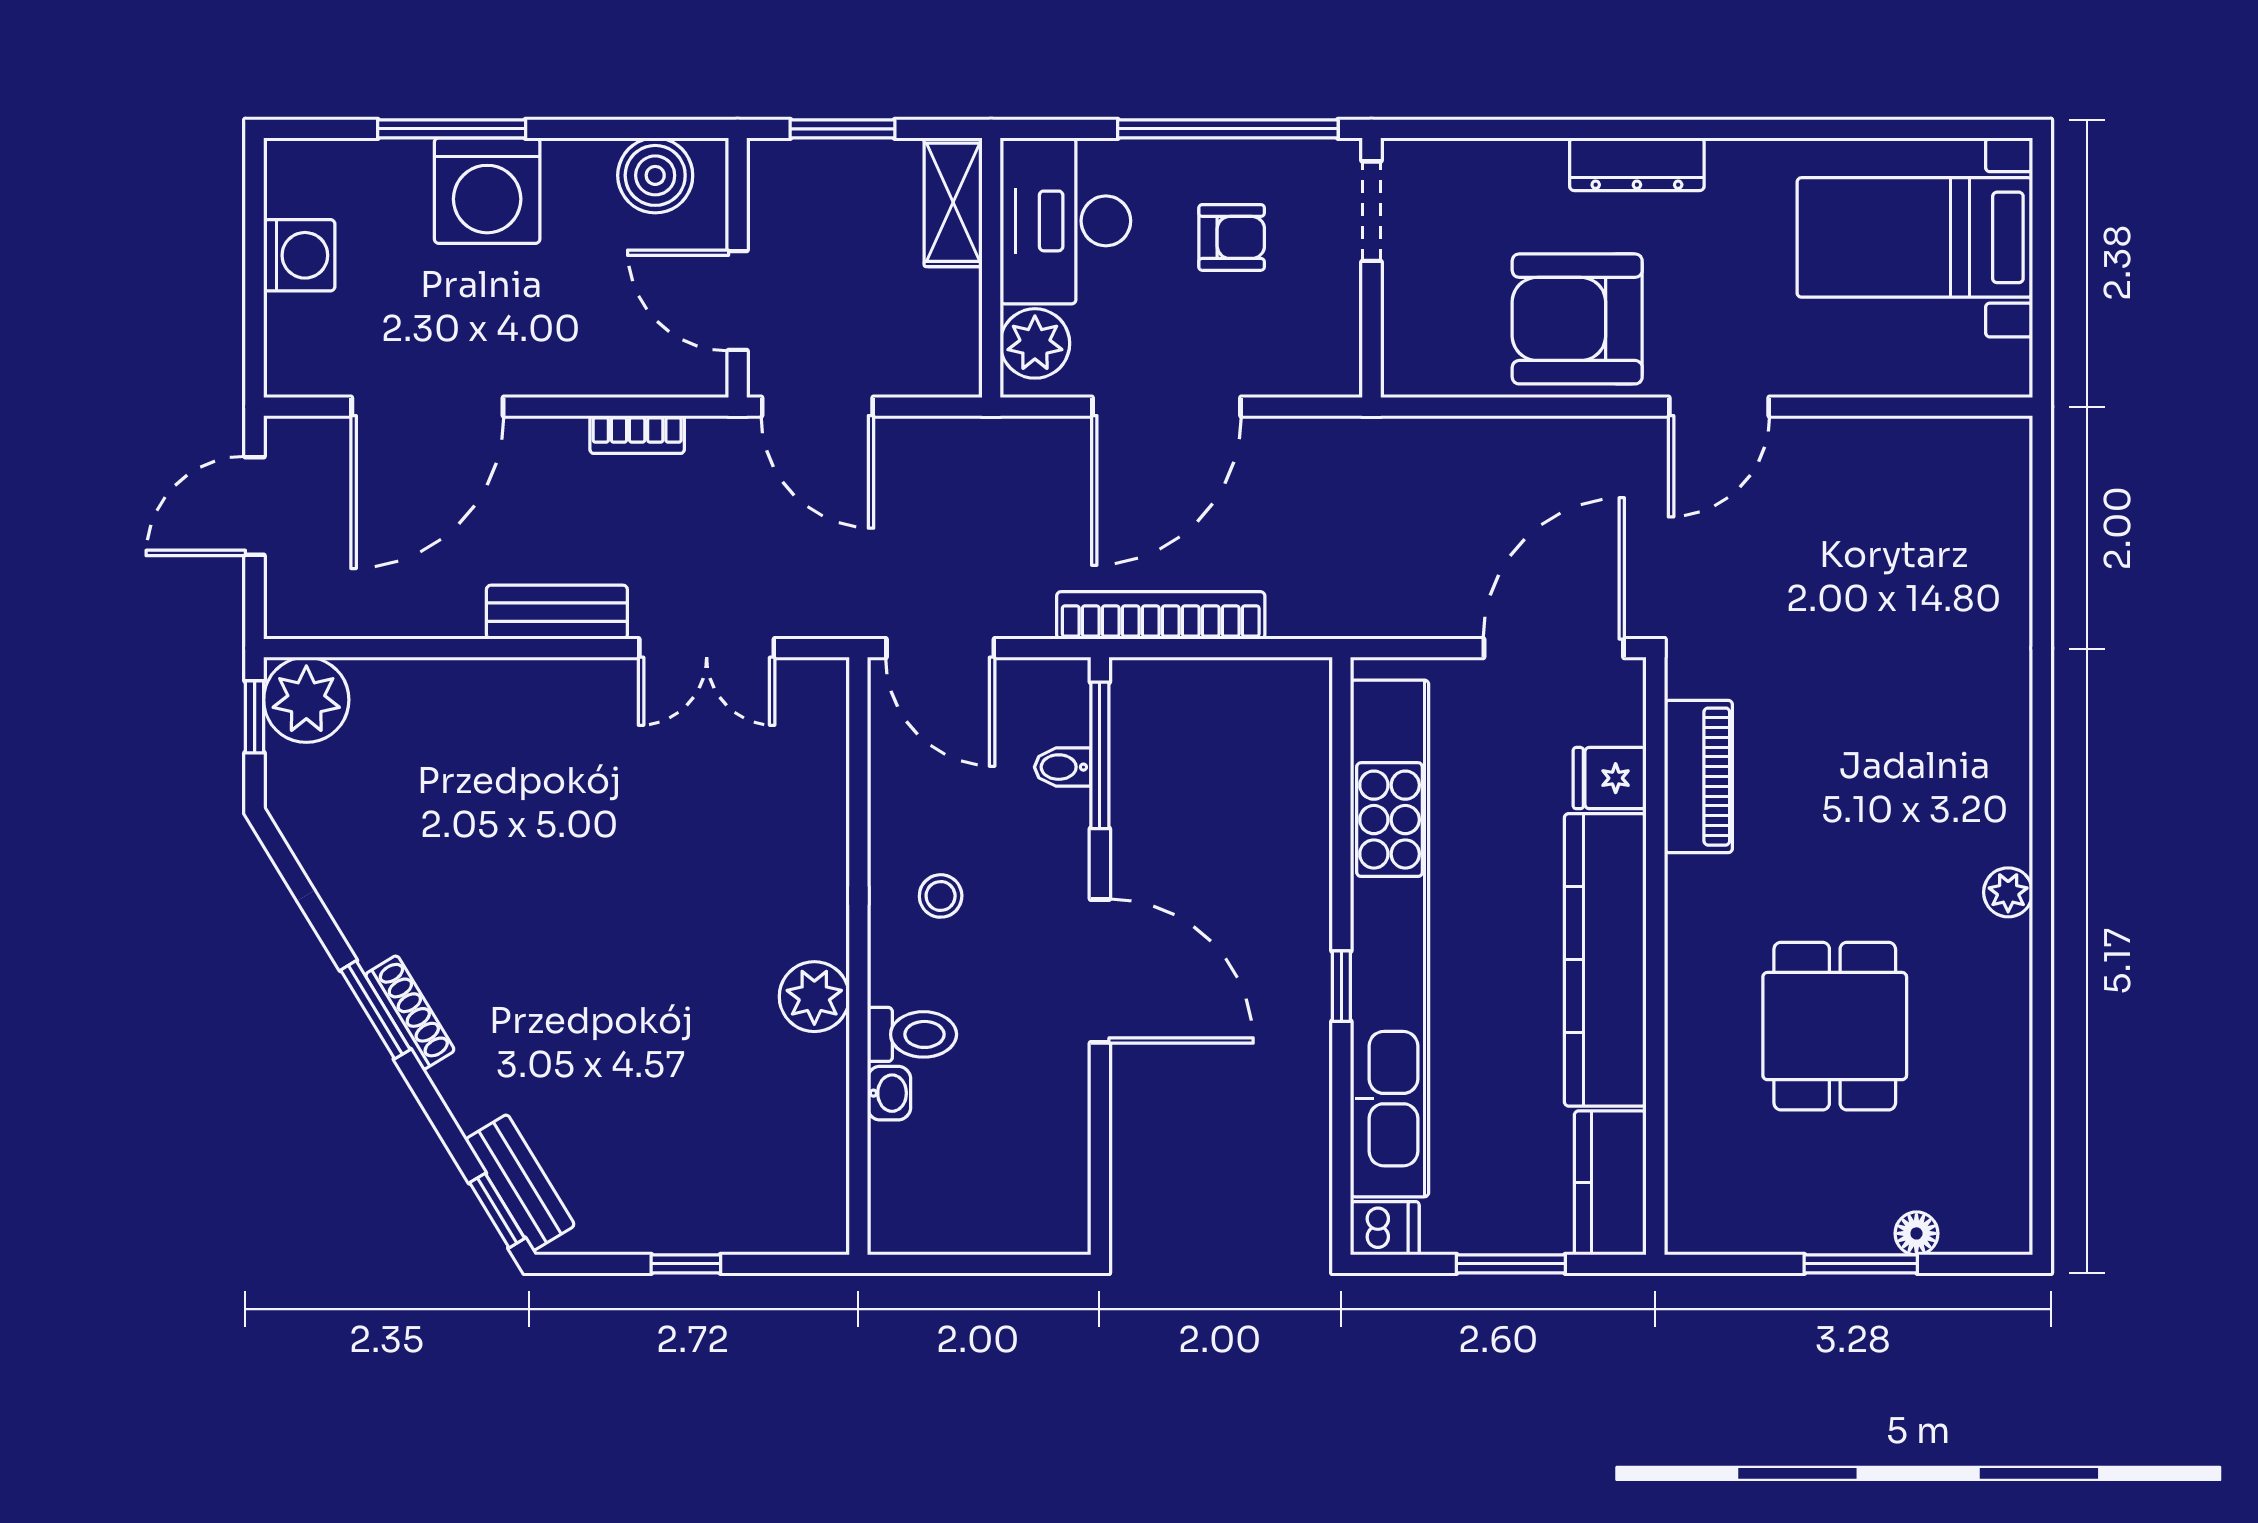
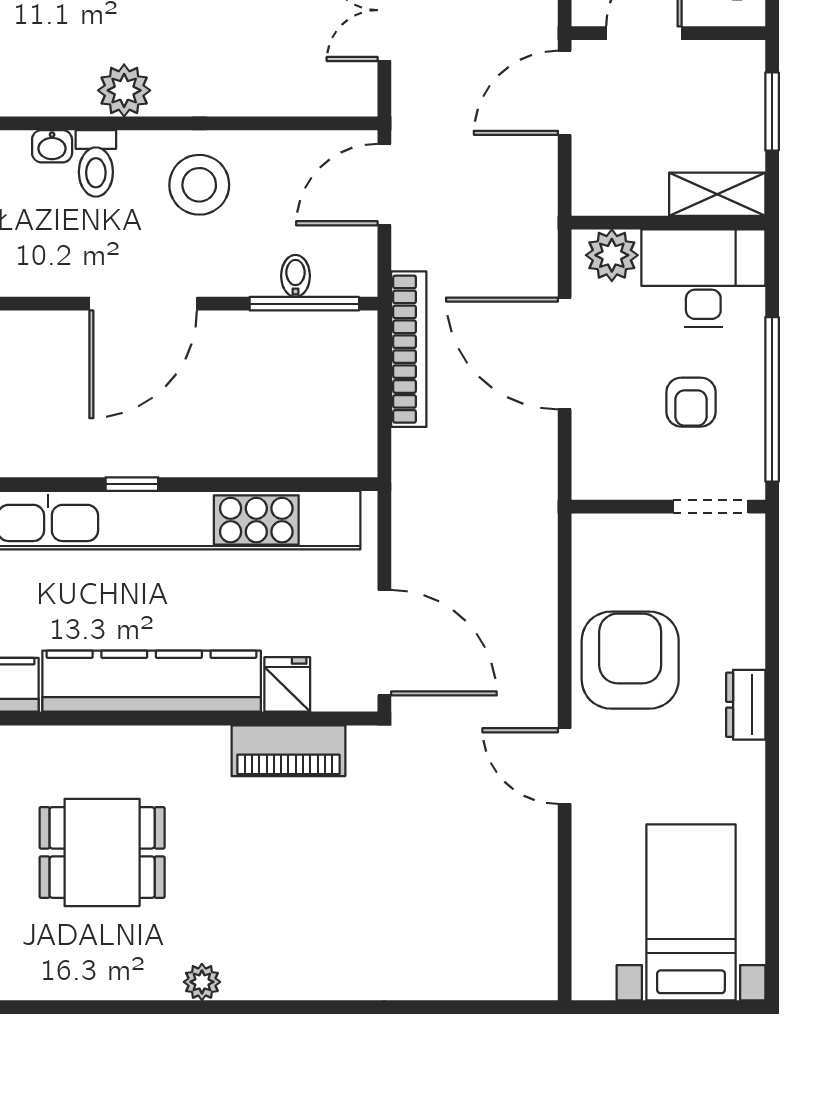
dresser: (1637, 164) -> (746, 705), width x0.70
stool: (941, 896) -> (199, 185), width x1.89, depth x1.89

